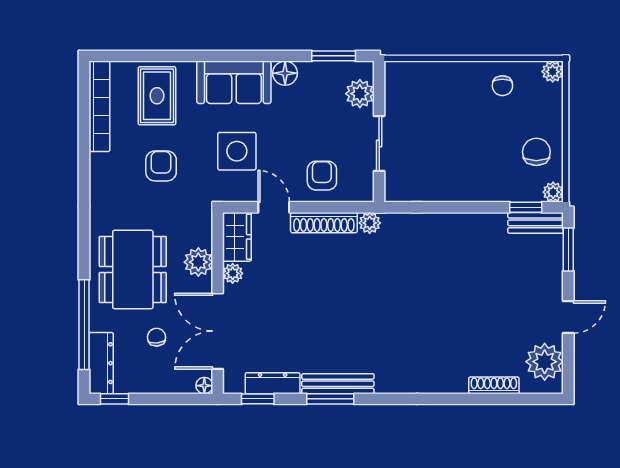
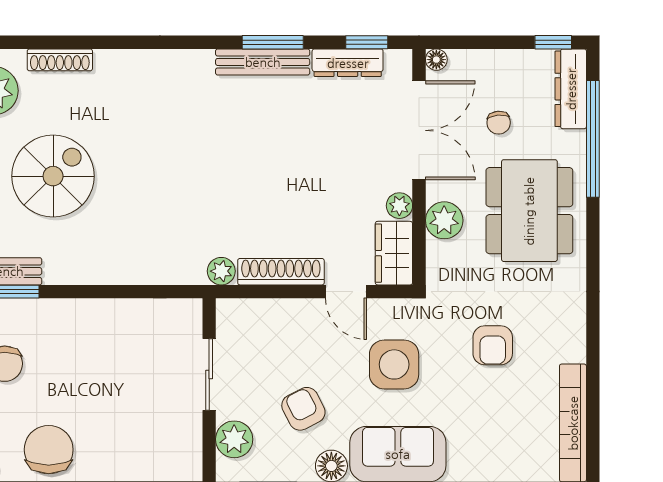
chair: (502, 86) -> (49, 450), width x1.87, depth x1.87
rug: (157, 96) -> (498, 437), removed
armchair: (322, 176) -> (303, 409), moved, turned 153
spiral stairs: (499, 296) -> (53, 176), added

